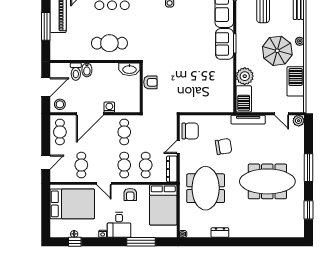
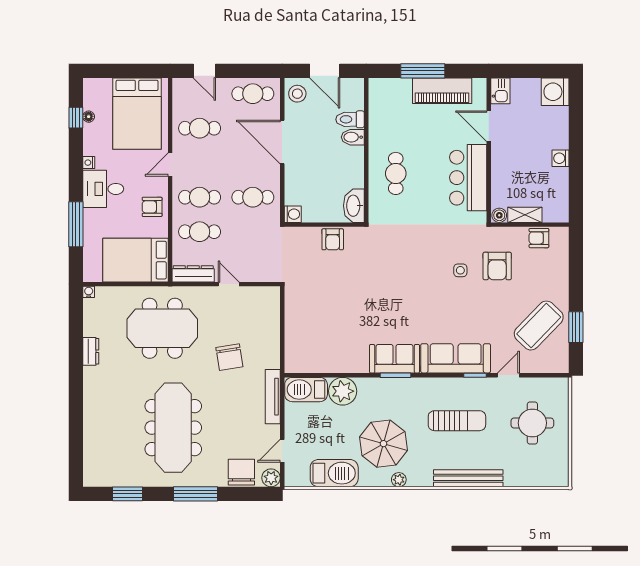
cafe table: (109, 43) -> (396, 173), width x0.73, depth x0.74
washing machine: (109, 107) -> (293, 214), moved
chair: (190, 131) -> (241, 472), moved, turned 180

